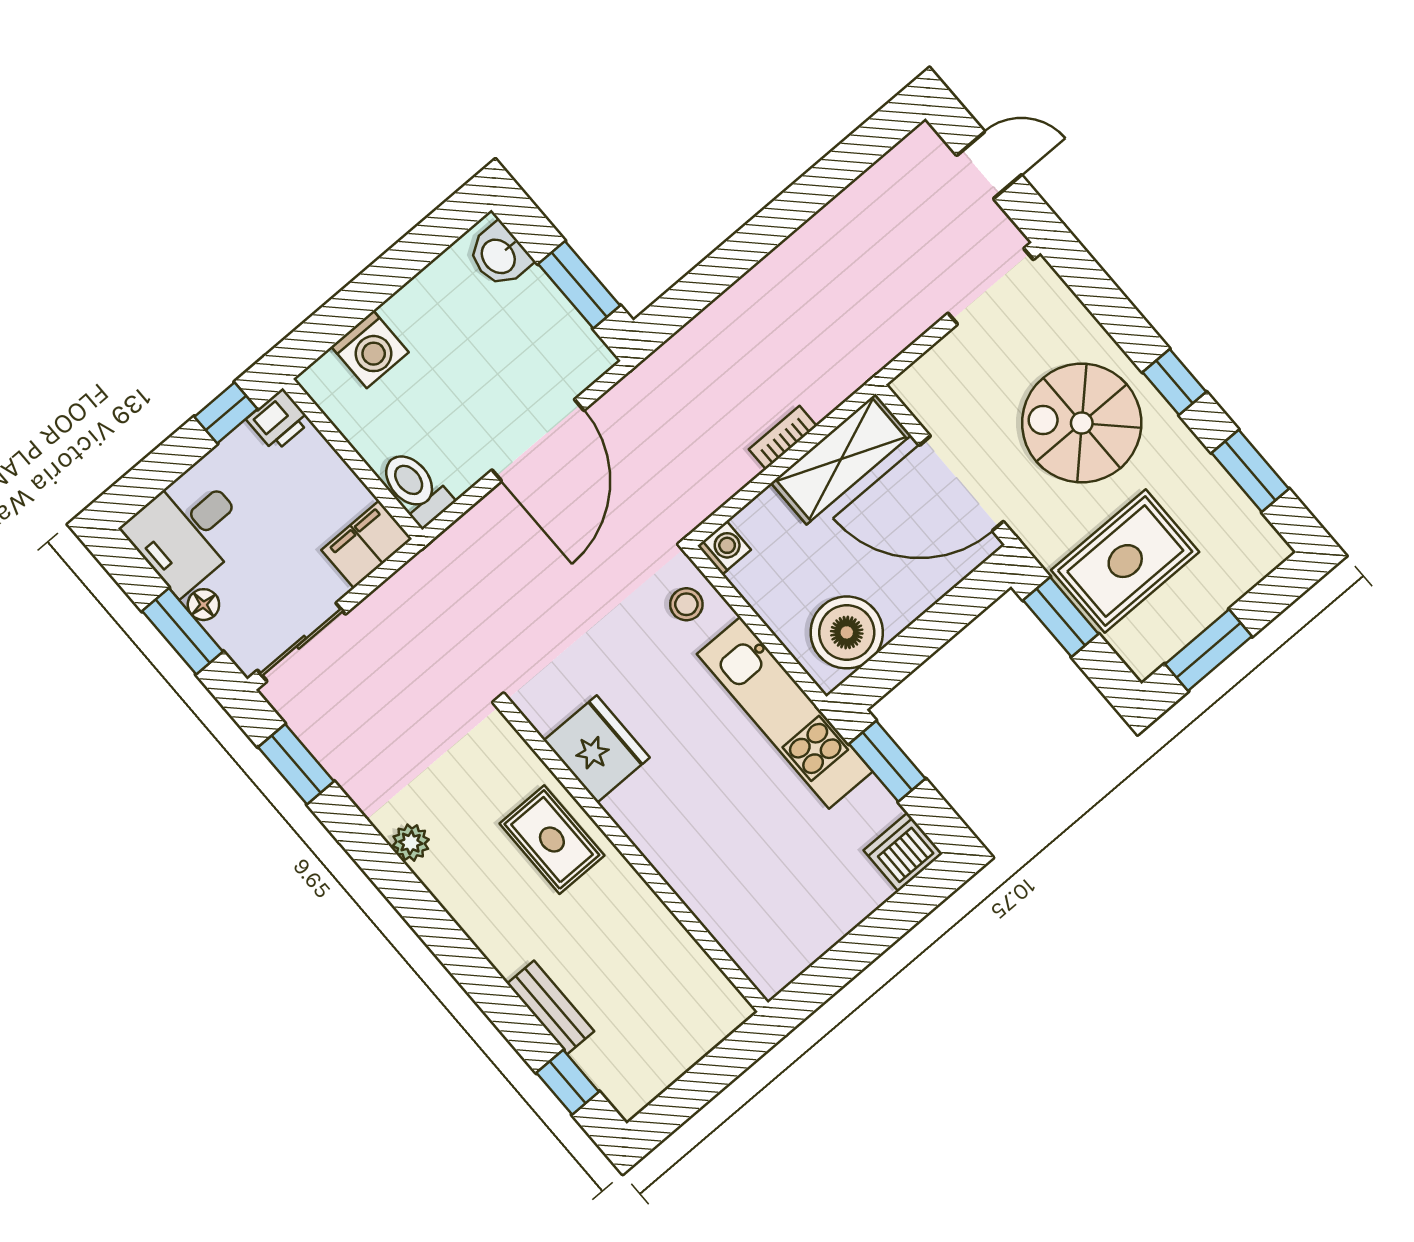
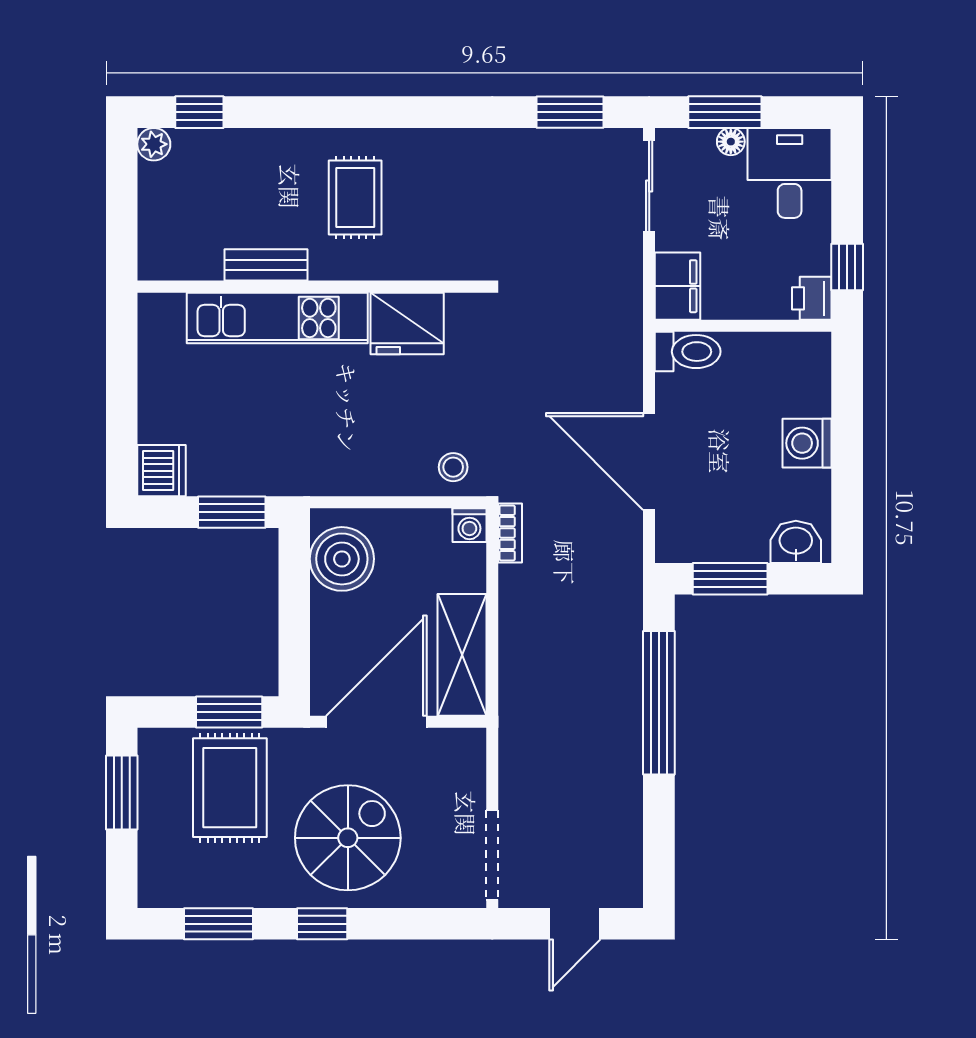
window: (738, 255) -> (659, 703), added
washing machine: (370, 349) -> (807, 443), moved
bookcase: (783, 438) -> (510, 533), moved
kitchen unit: (785, 713) -> (277, 318), moved, turned 180
rug: (552, 840) -> (355, 197), moved, turned 90
plant: (411, 843) -> (154, 144), moved
bench: (551, 1007) -> (266, 265), moved

